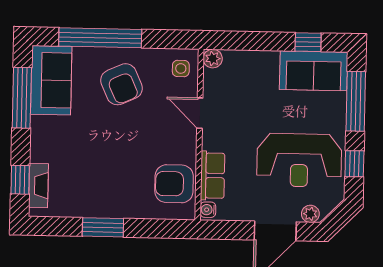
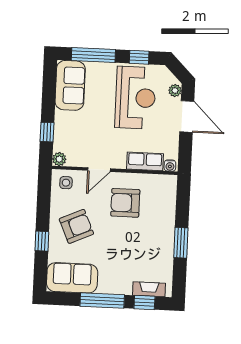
window: (100, 38) -> (42, 241), width x0.32
window: (308, 42) -> (47, 132), moved
window: (22, 98) -> (102, 301), moved
armchair: (174, 184) -> (125, 203), moved, turned 90

